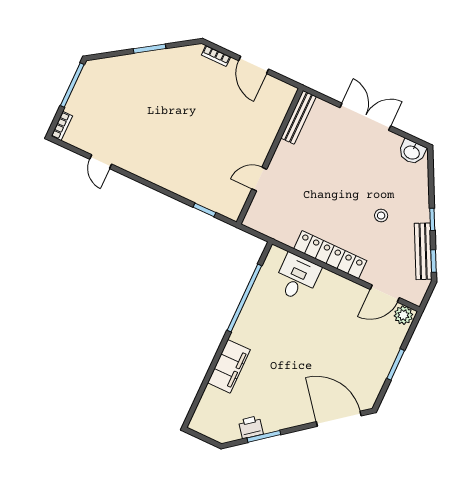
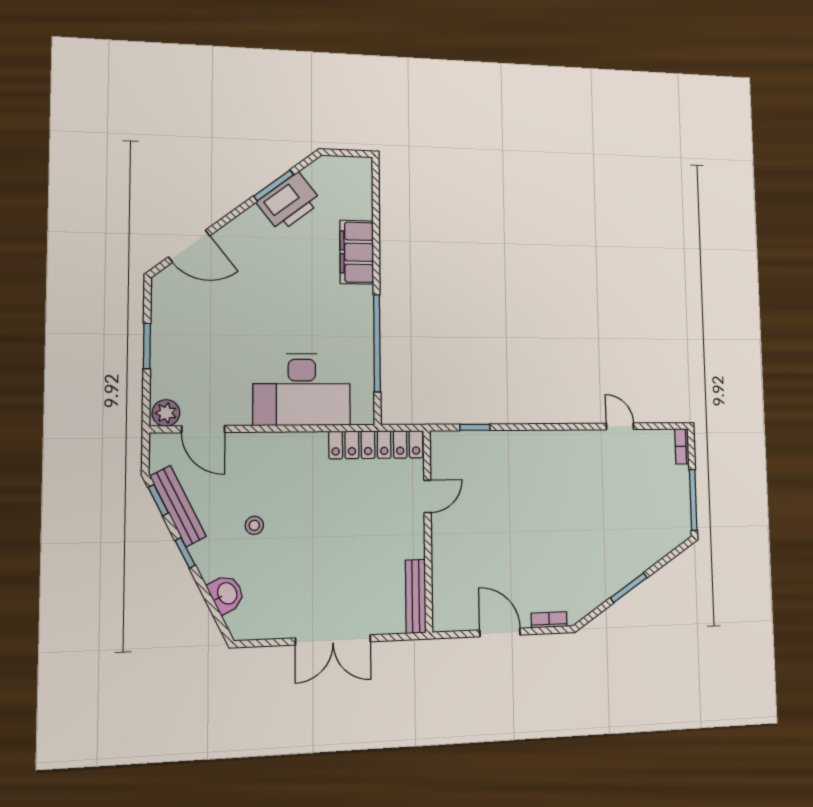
washbasin: (412, 152) -> (226, 594), moved, turned 63
locker: (330, 255) -> (376, 445), moved
desk: (297, 278) -> (302, 389), width x1.87, depth x1.30
door: (385, 294) -> (203, 429), swing flipped
door: (339, 419) -> (189, 246), width x0.73
printer: (251, 427) -> (289, 202), width x1.87, depth x1.48

